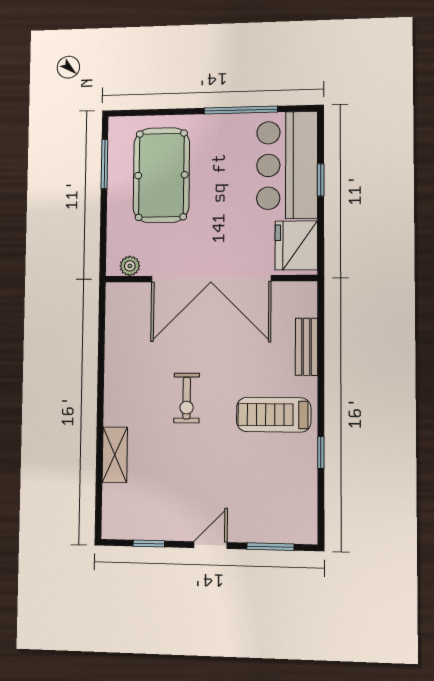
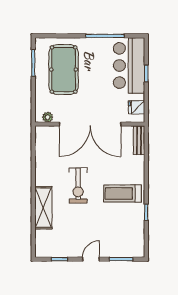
fridge: (296, 245) -> (137, 107), width x0.53, depth x0.75
bench: (306, 347) -> (139, 140), moved
exercise bike: (187, 398) -> (78, 185), width x1.38, depth x1.39
shelving: (115, 455) -> (43, 208), width x1.50, depth x1.33

